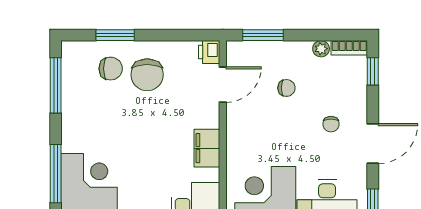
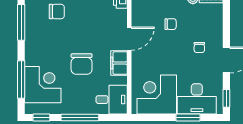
window: (373, 71) -> (226, 13), removed
chair: (147, 75) -> (82, 64), moved
door: (223, 85) -> (129, 39), moved

